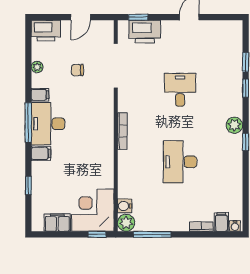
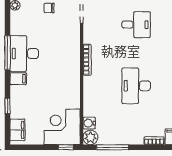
desk: (180, 90) -> (136, 25), turned 90
filing cabinet: (40, 95) -> (17, 29), removed
filing cabinet: (57, 223) -> (17, 130), moved, turned 90

